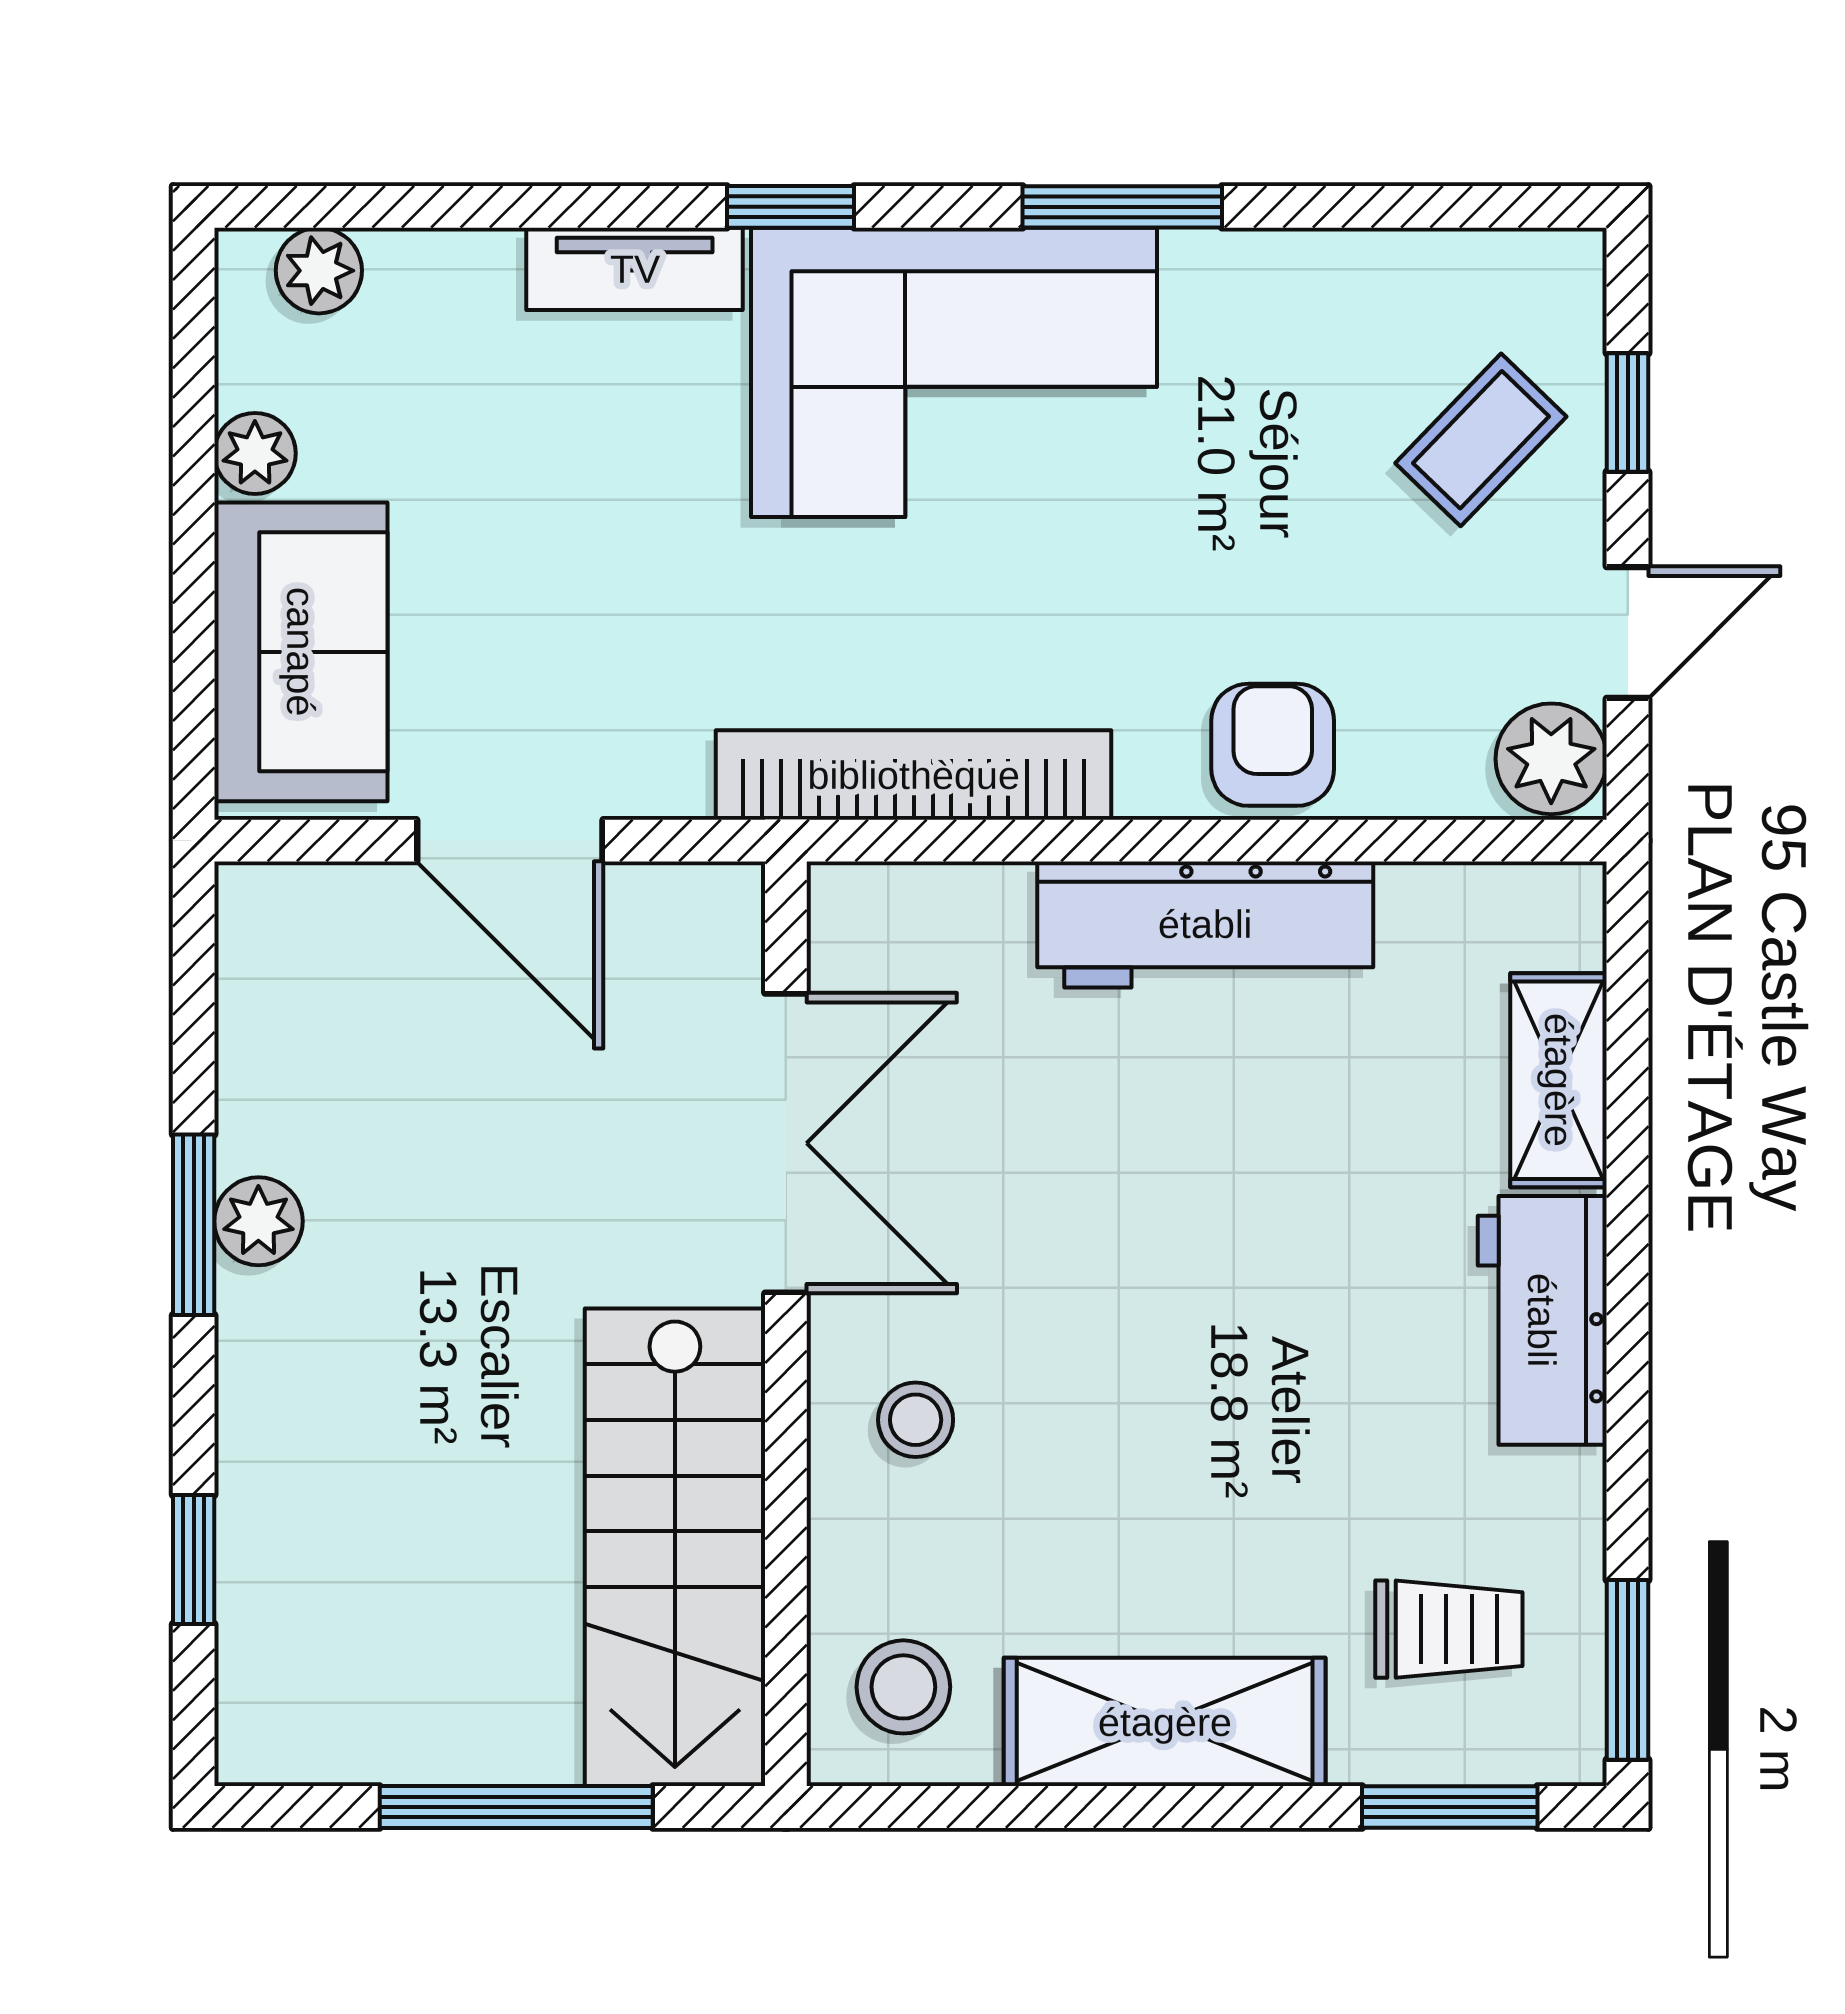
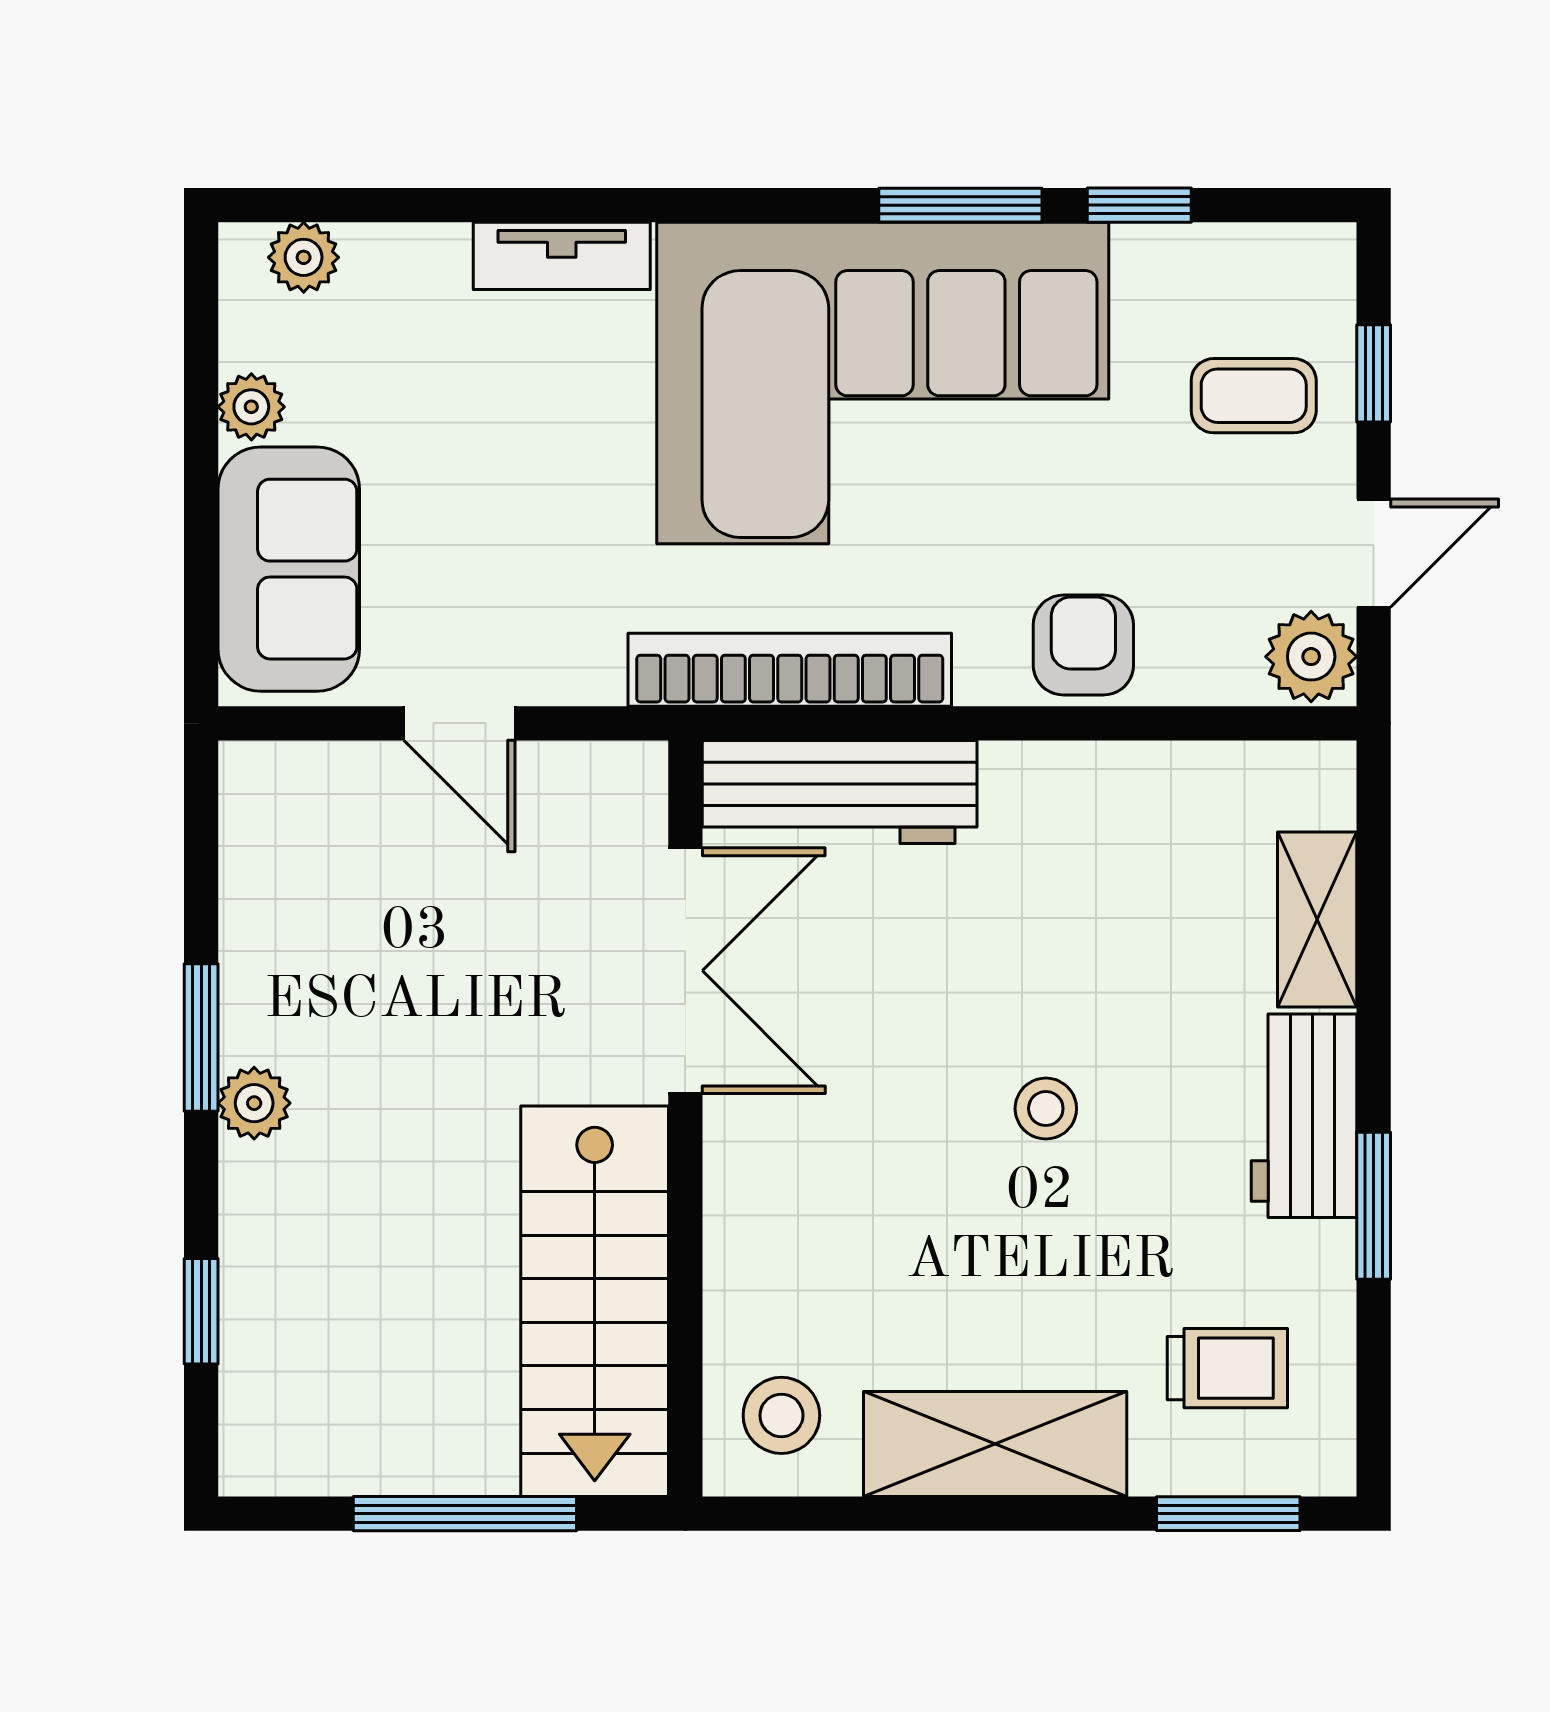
window: (791, 207) -> (1139, 205), moved
corner sofa: (954, 372) -> (883, 383), width x1.36, depth x1.36
coffee table: (1481, 440) -> (1254, 396), turned 46
door: (510, 841) -> (460, 723), width x0.73
workbench: (1205, 924) -> (840, 792), moved
plant: (258, 1221) -> (254, 1103), moved
stool: (916, 1420) -> (1046, 1109), moved
window: (1628, 1670) -> (1374, 1206), moved

